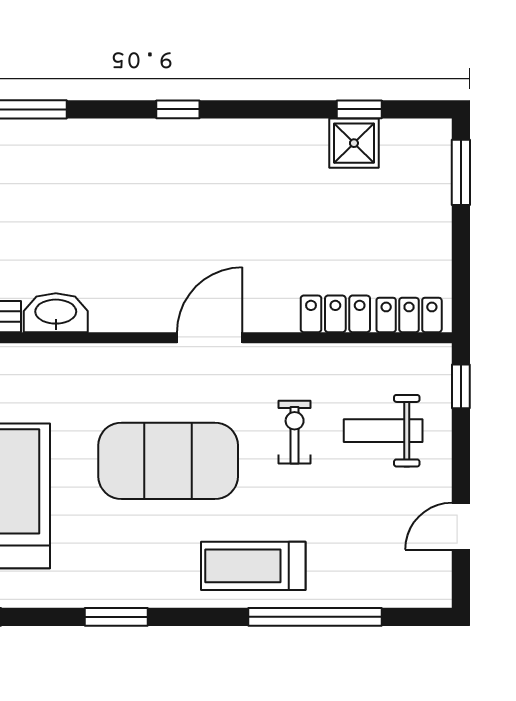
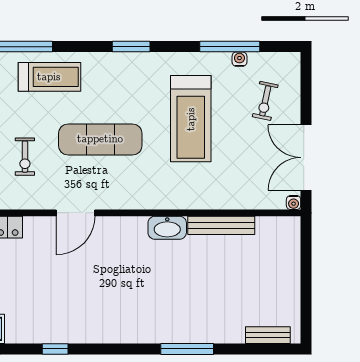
window: (178, 109) -> (55, 349), moved
exercise mat: (168, 461) -> (100, 139), width x0.68

